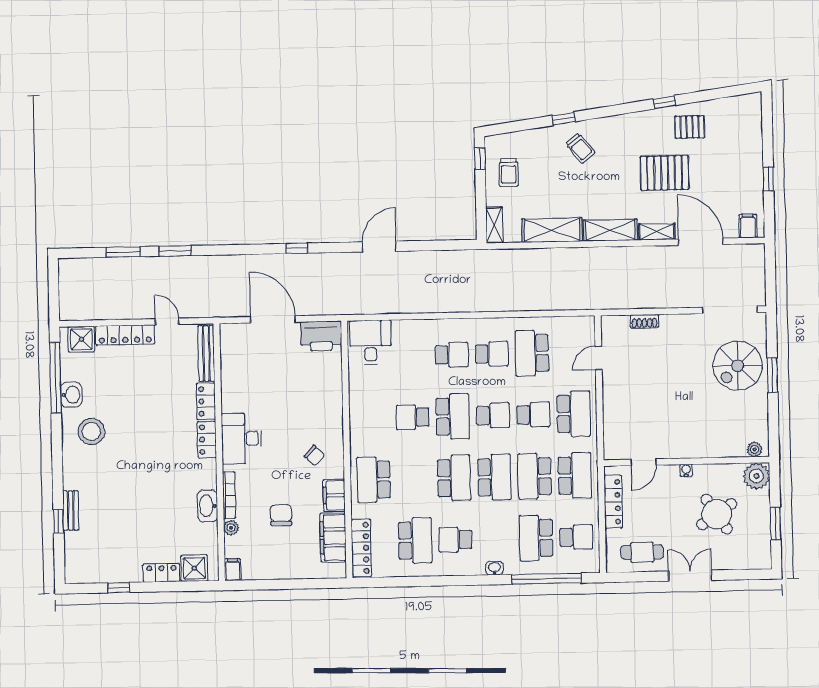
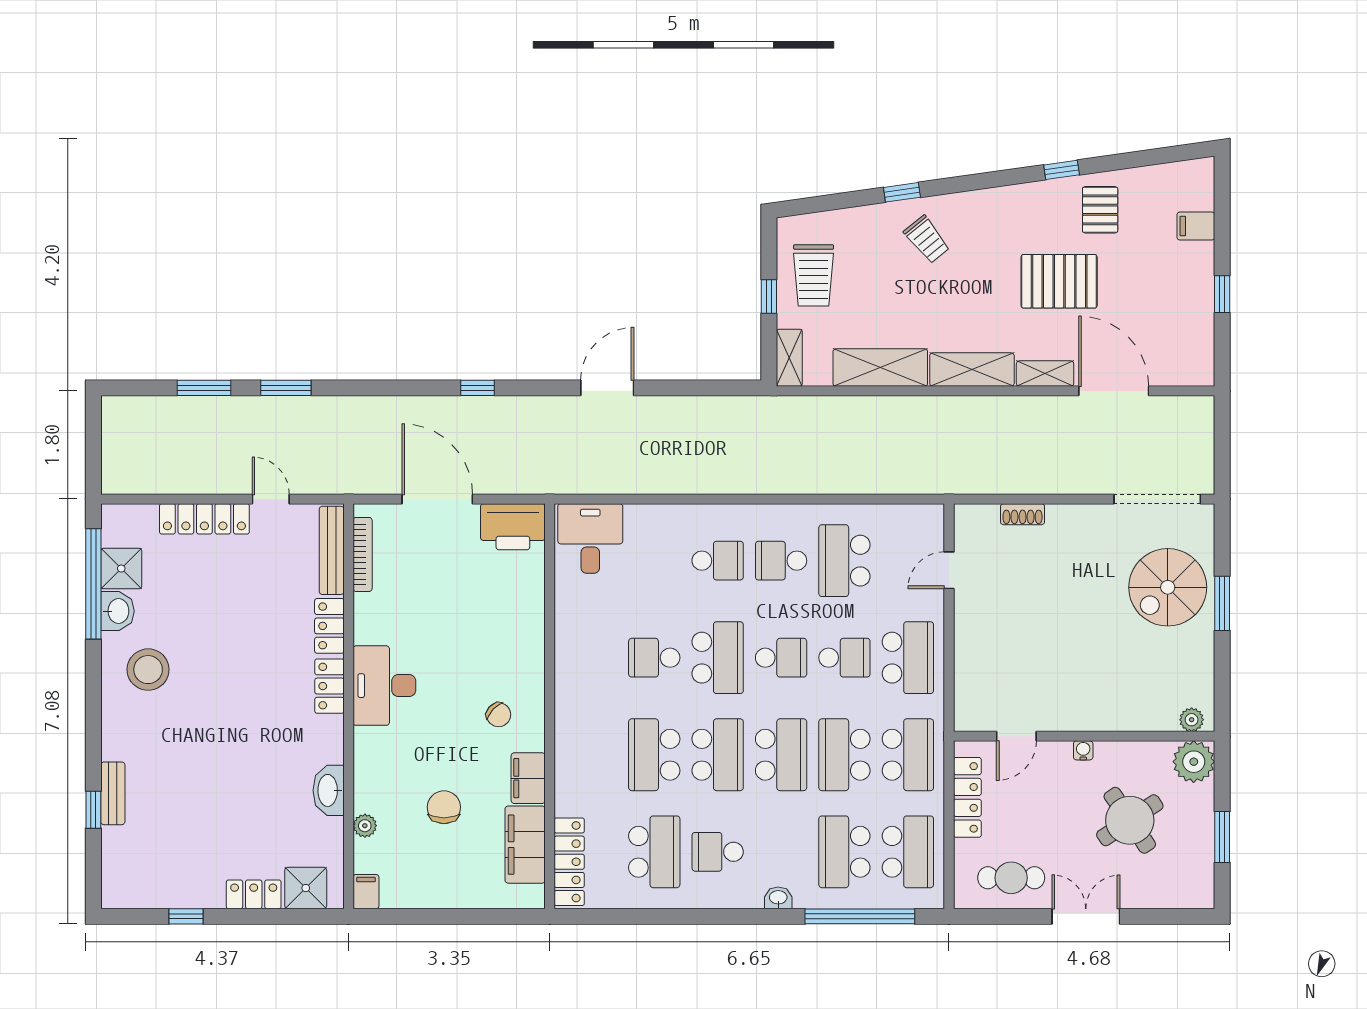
pallet: (690, 127) -> (1100, 210), turned 90
window: (480, 158) -> (769, 297), moved
trolley: (509, 172) -> (814, 275), width x1.36, depth x1.39
filing cabinet: (748, 226) -> (1196, 226), moved, turned -90
shower: (81, 339) -> (121, 569), moved
school desk: (492, 354) -> (781, 561), turned 180
school desk: (374, 480) -> (654, 755), moved
bookcase: (229, 495) -> (363, 554), moved
school desk: (576, 537) -> (908, 852), width x1.85

